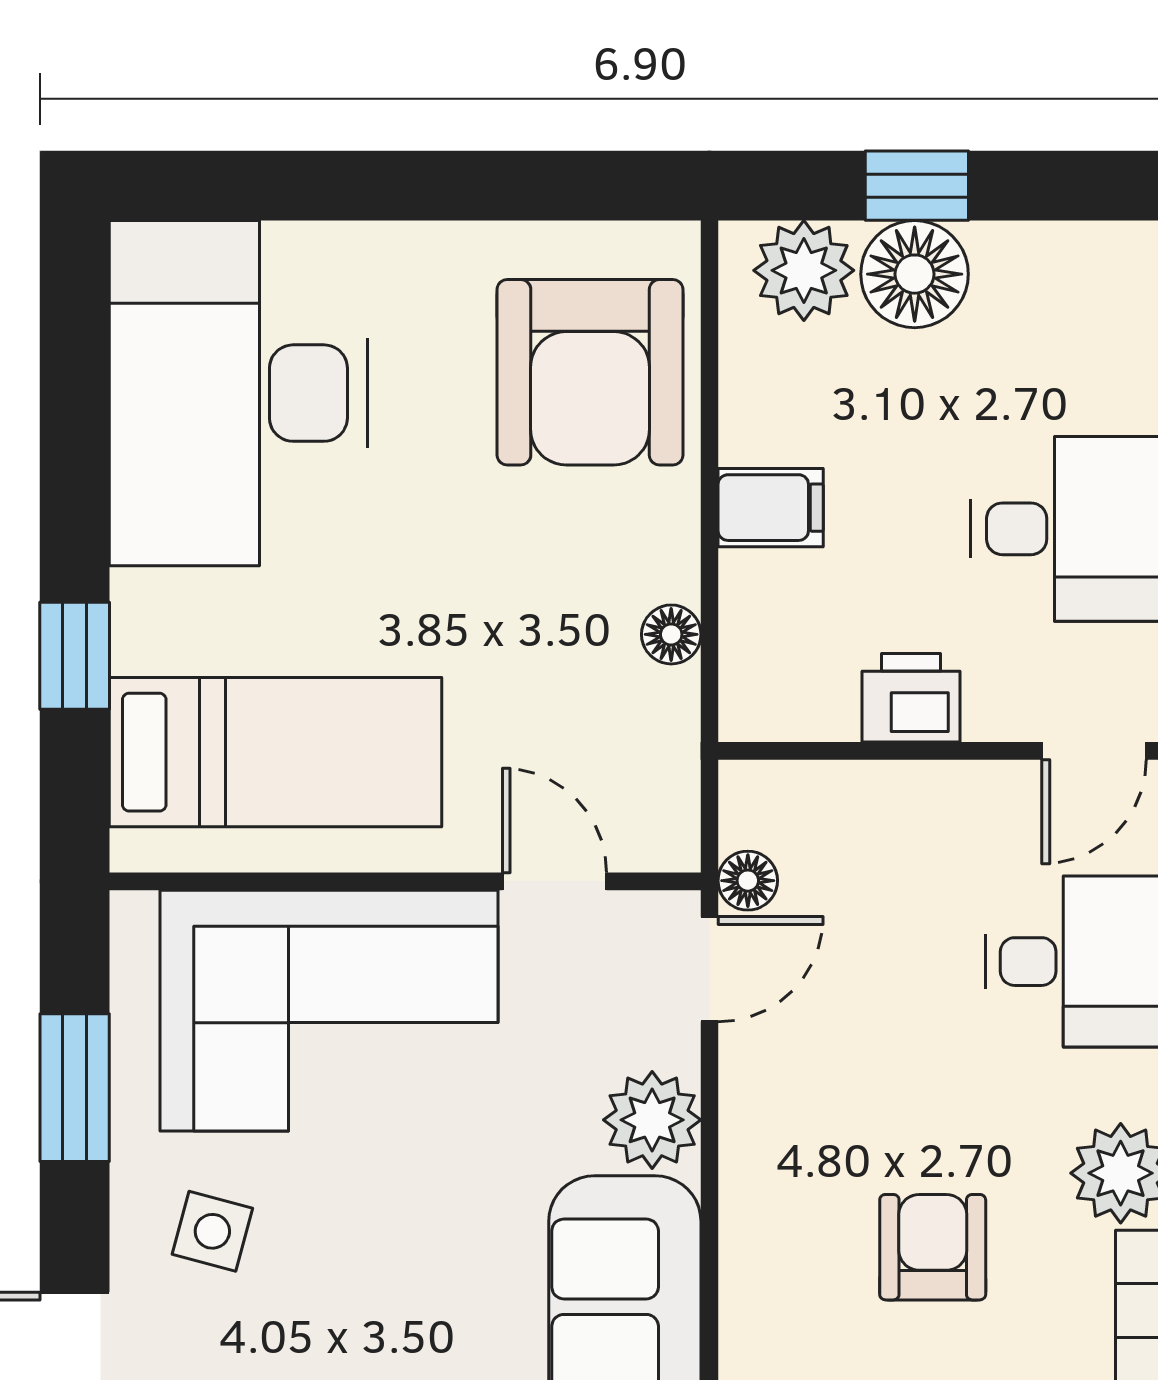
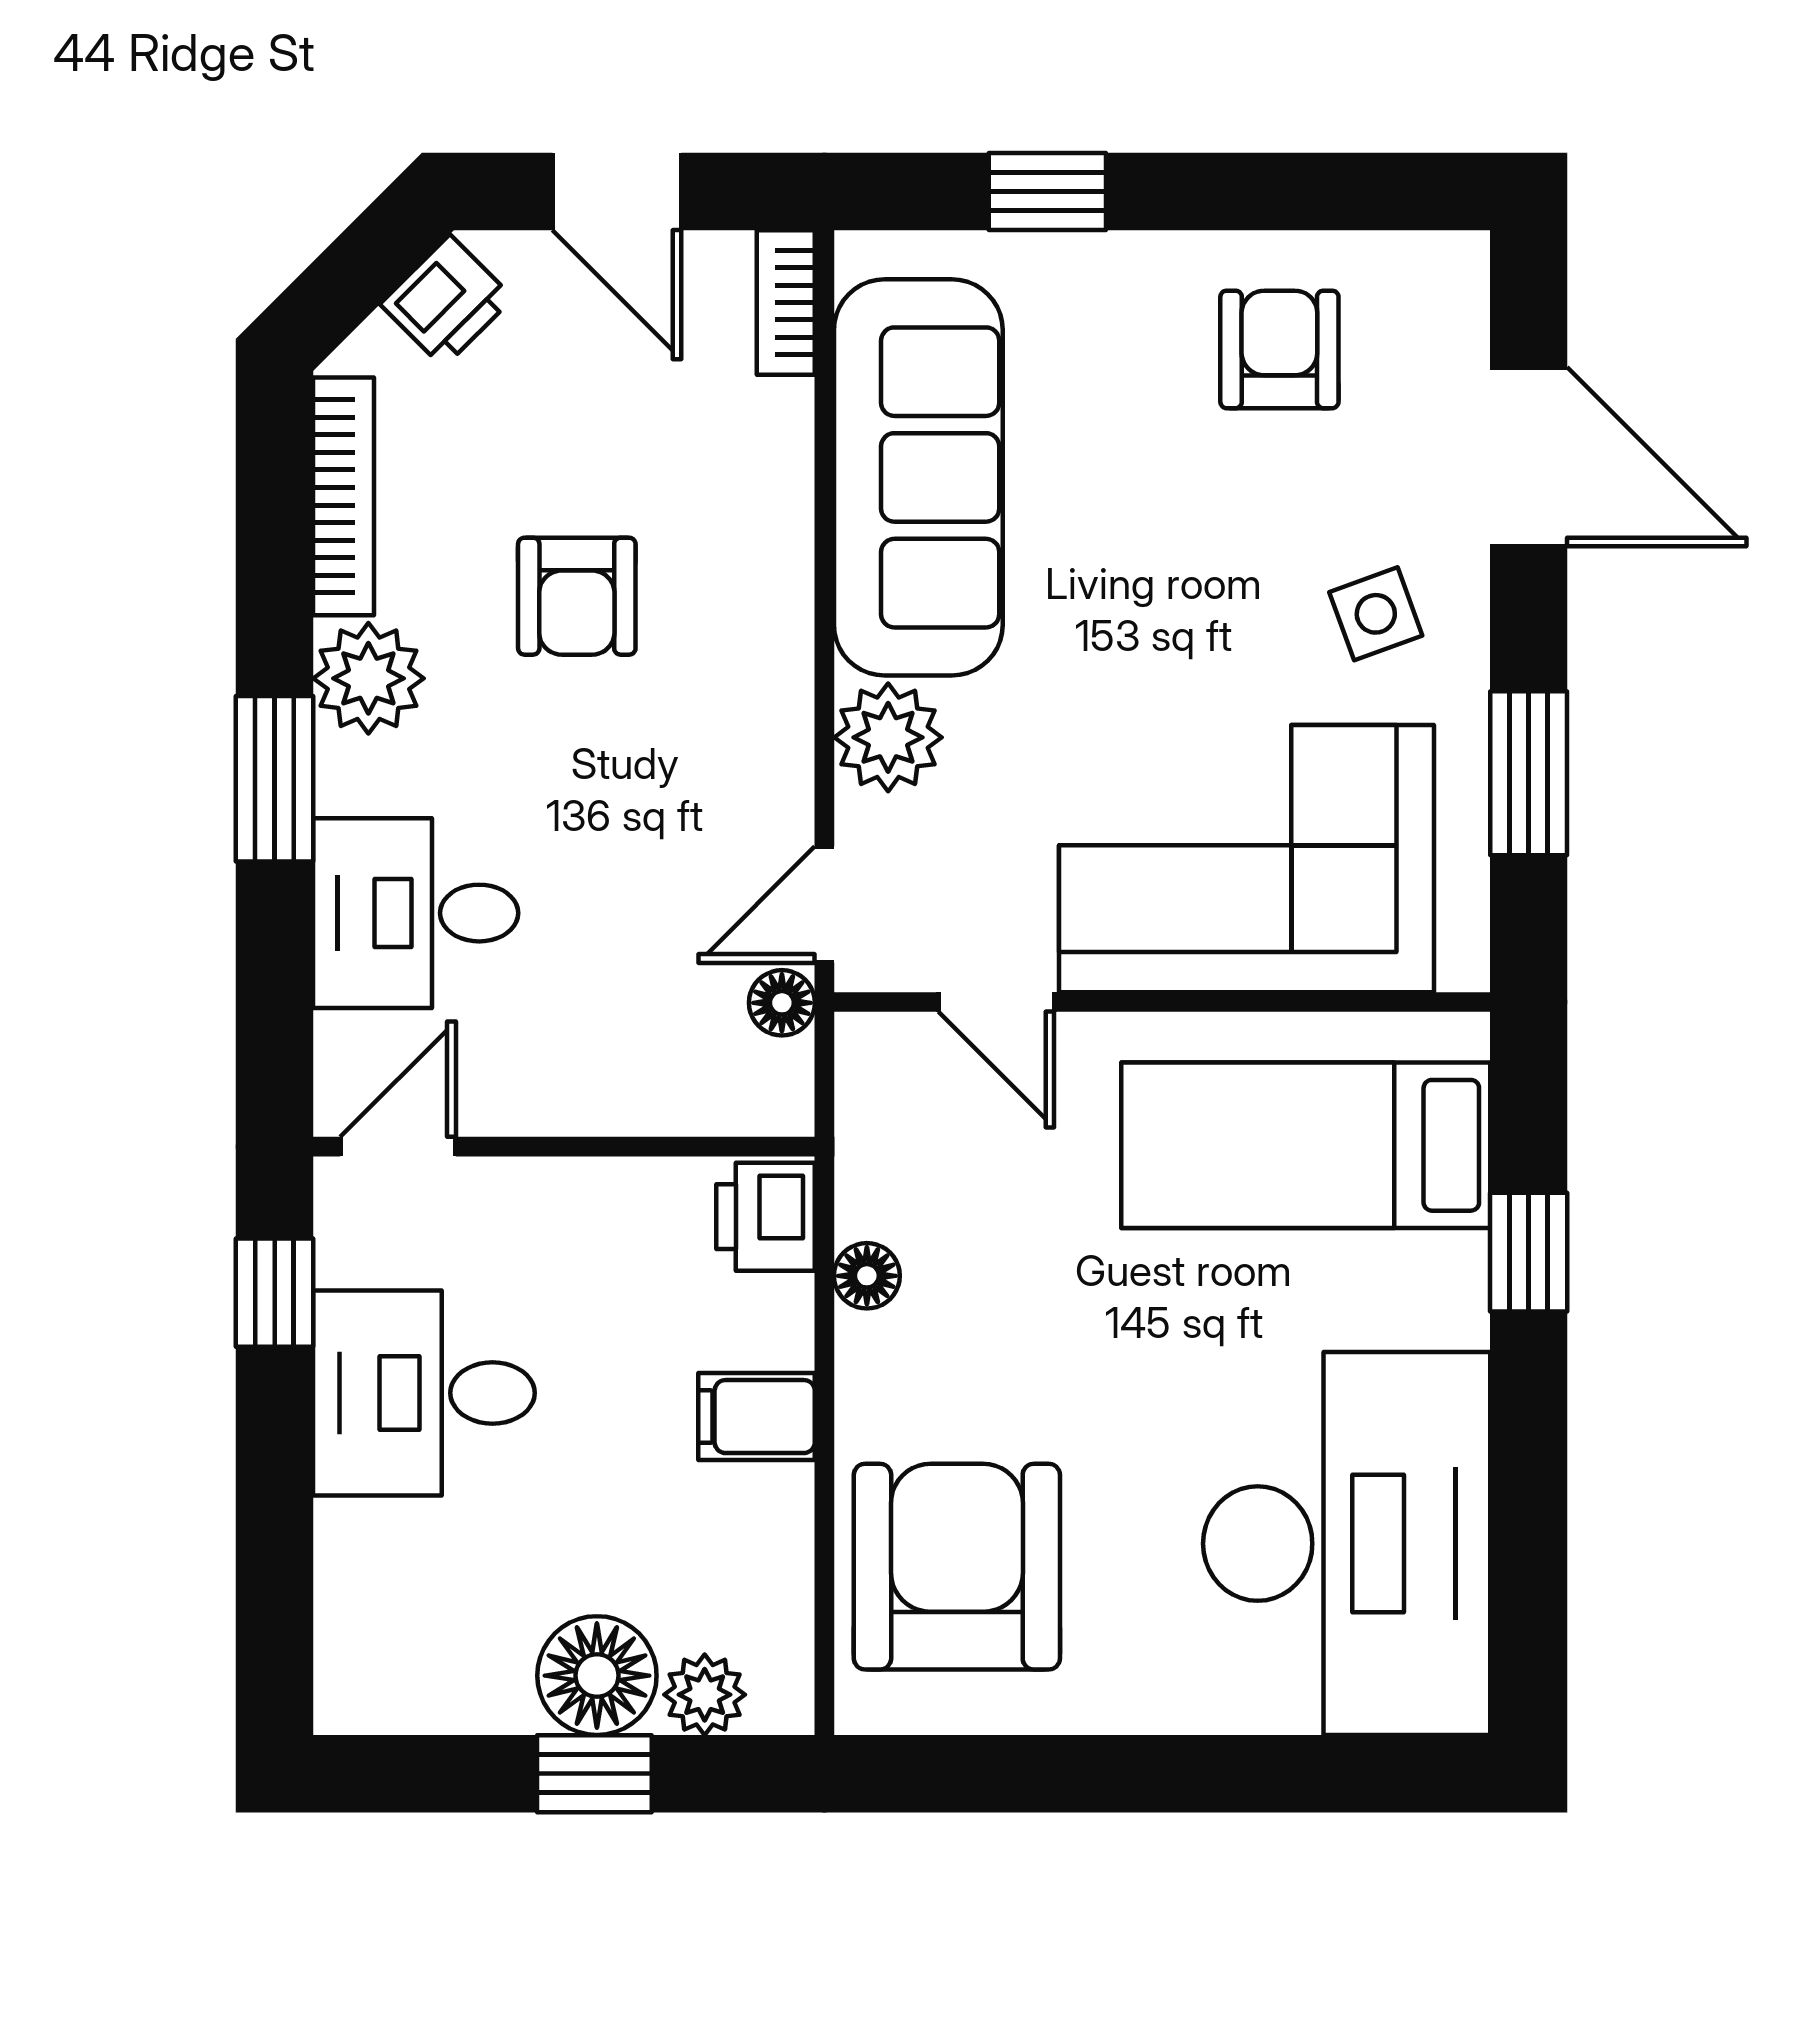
plant: (804, 270) -> (705, 1695), width x0.73, depth x0.73
printer: (911, 698) -> (766, 1217), moved, turned 90
side table: (212, 1231) -> (1376, 614), turned -35

